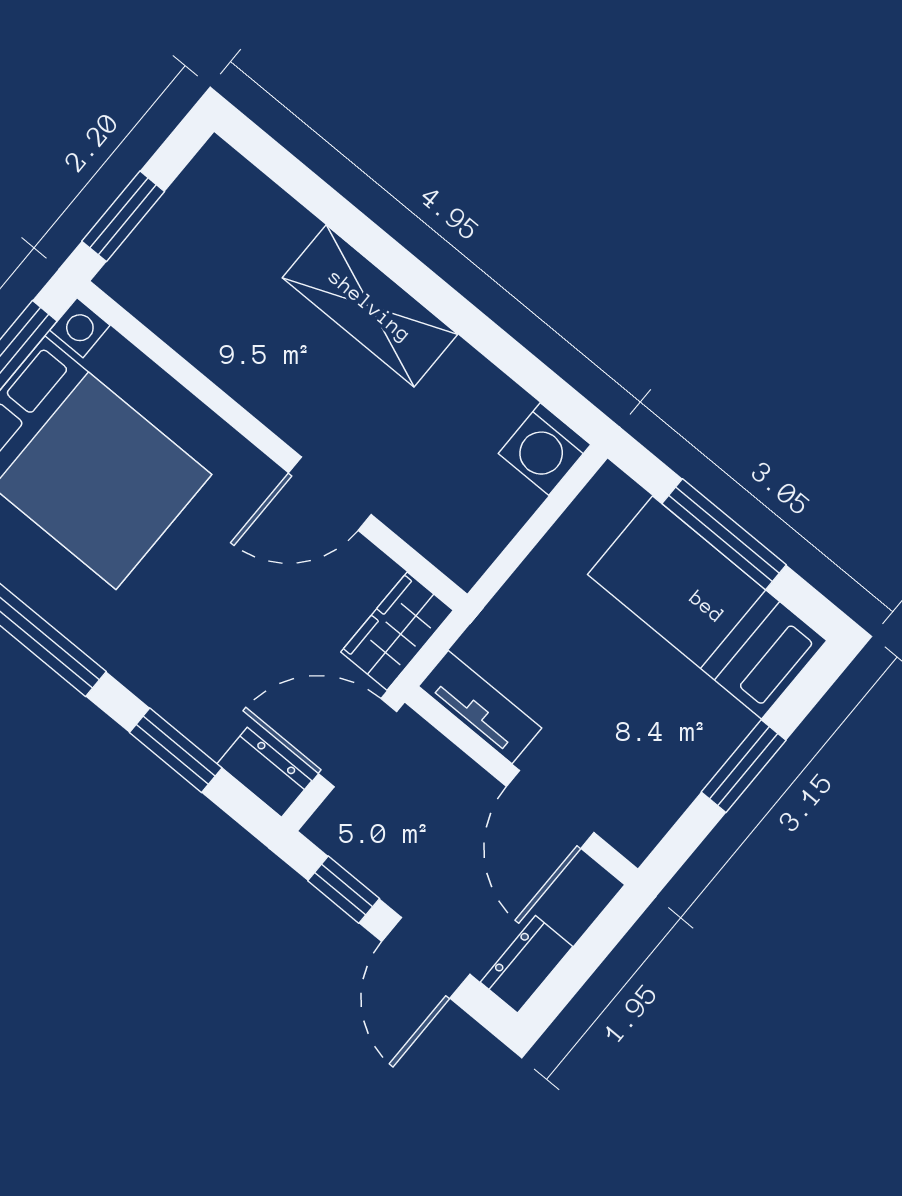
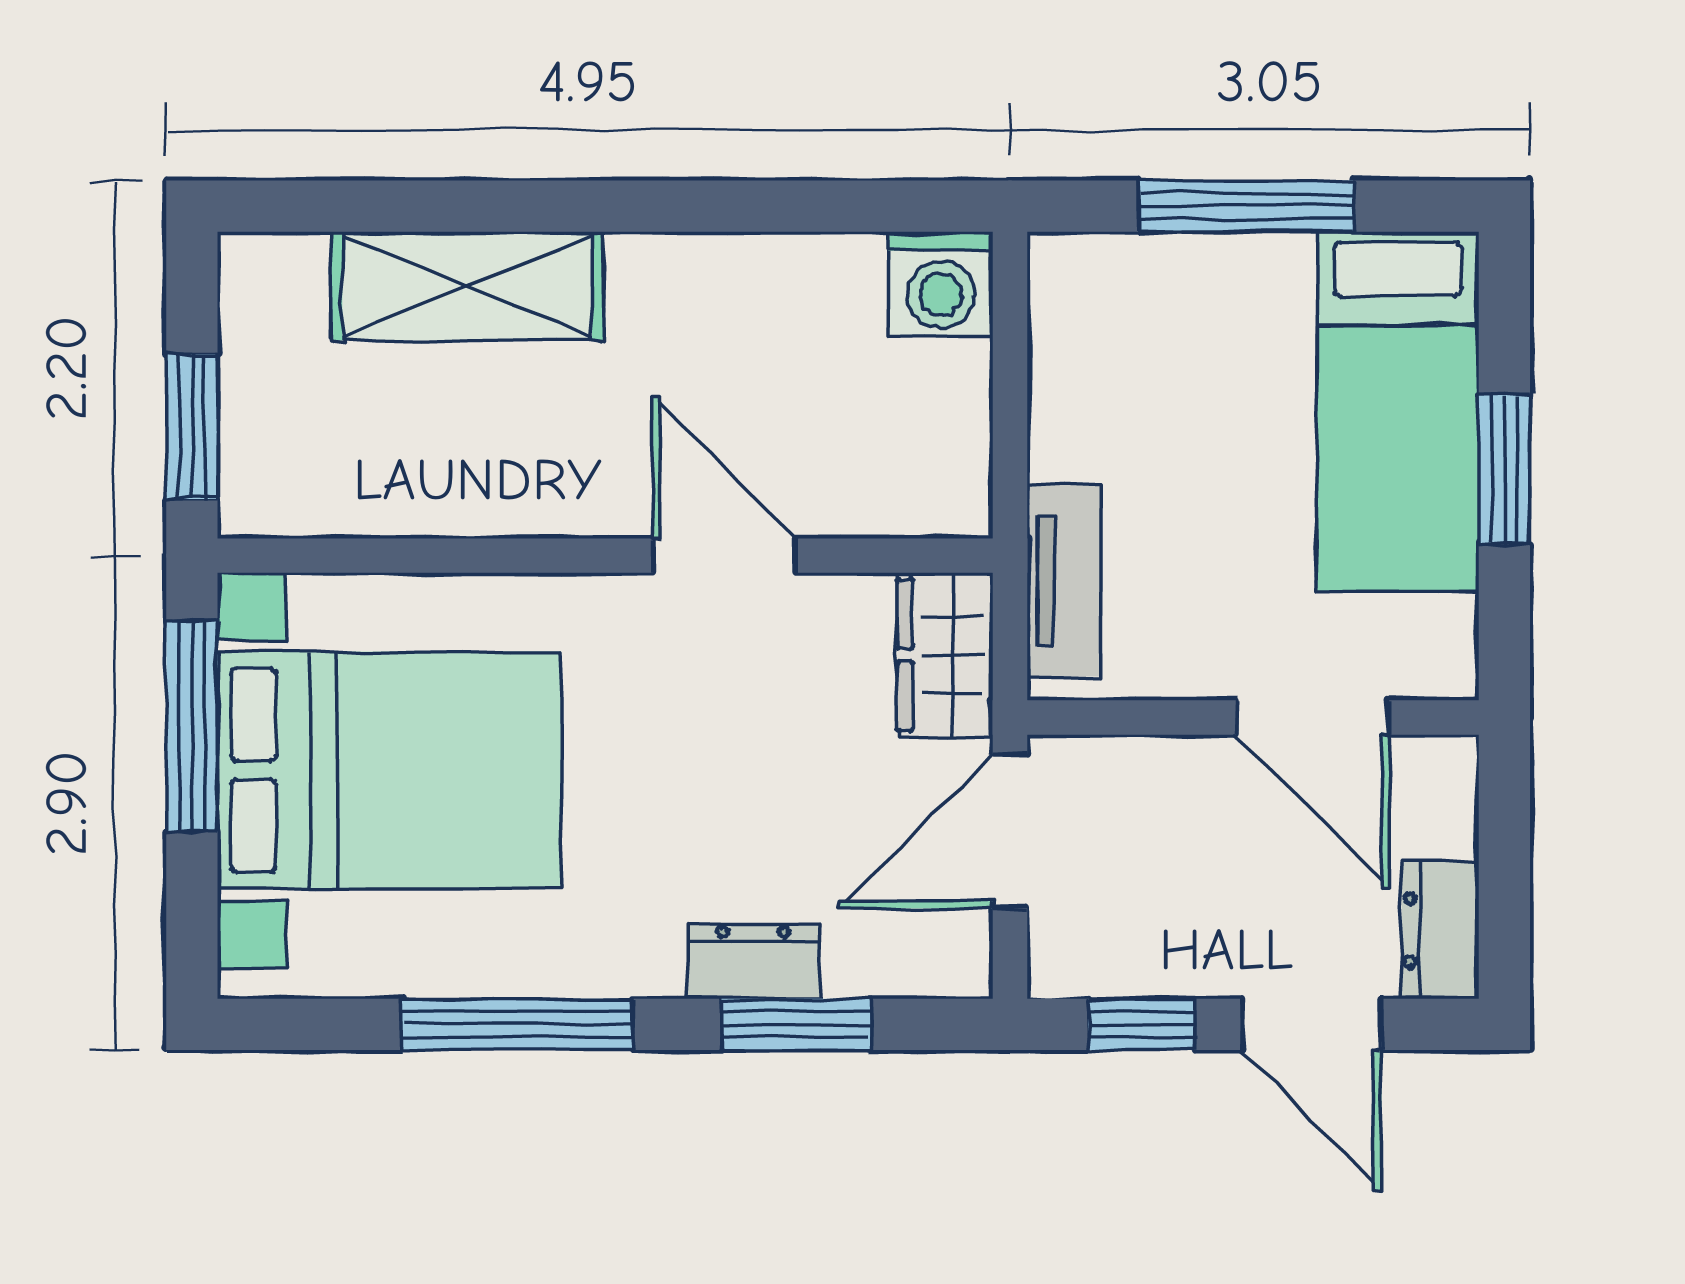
shelving: (370, 306) -> (467, 286), moved
door: (330, 494) -> (724, 556), swing flipped
bed: (707, 607) -> (1398, 411), moved, turned -90
tv unit: (480, 707) -> (1064, 580), moved, turned 90
dresser: (264, 772) -> (754, 961), moved

